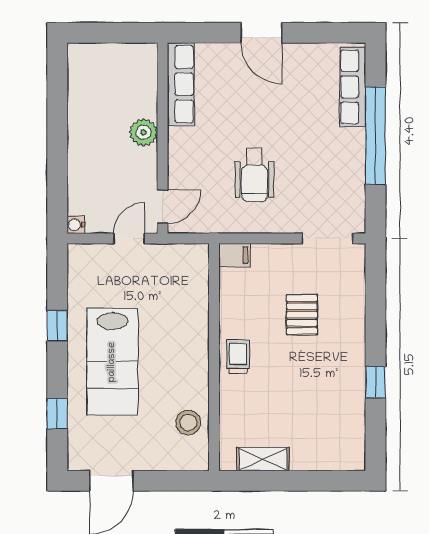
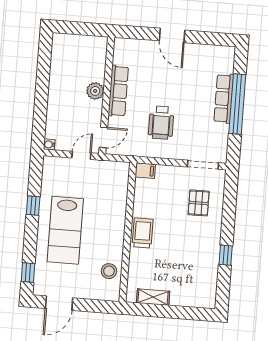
row of seats: (181, 84) -> (118, 91), moved
row of seats: (353, 87) -> (224, 99), moved
pallet: (302, 315) -> (199, 203), moved
trolley: (238, 356) -> (143, 233), width x1.36, depth x1.39
window: (57, 414) -> (28, 273), moved

